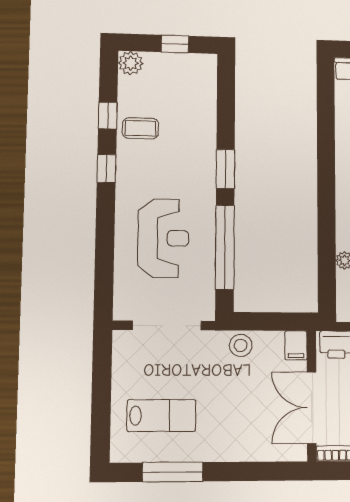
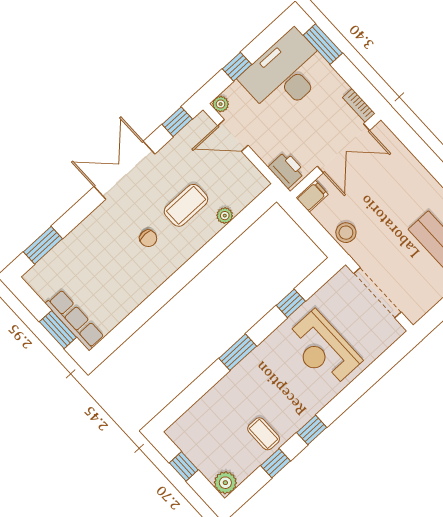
reception desk: (163, 238) -> (323, 349), turned -90
window: (225, 247) -> (291, 303), width x0.32

